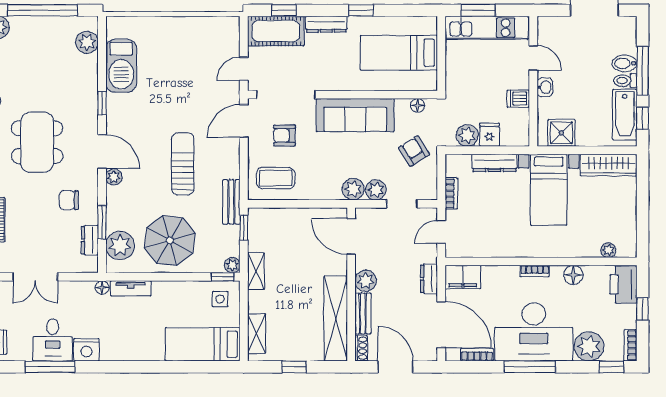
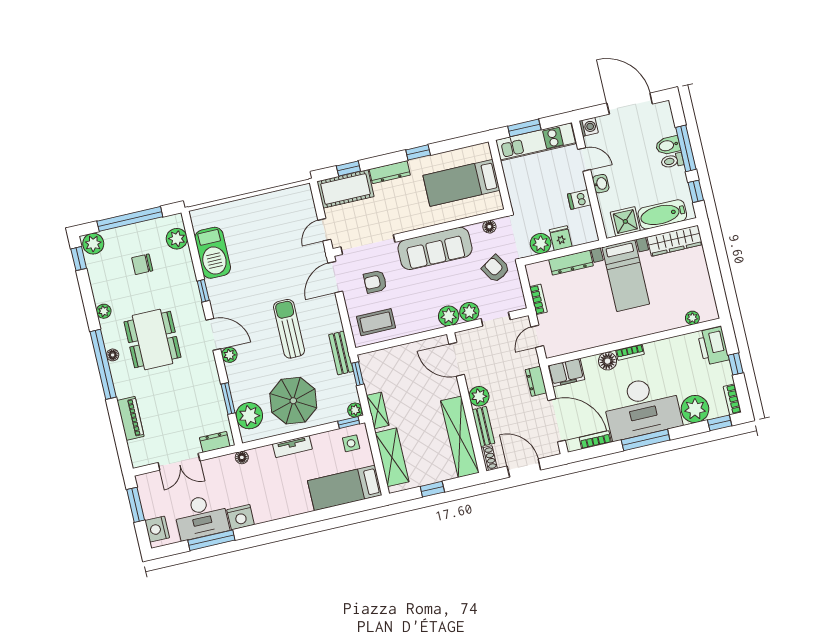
washing machine: (546, 25) -> (589, 127), added
bathtub: (625, 115) -> (662, 214), moved, turned 90
chair: (69, 200) -> (142, 264), moved
dresser: (90, 240) -> (215, 442), moved, turned 90
floor lamp: (573, 275) -> (608, 361), moved
tv unit: (131, 288) -> (292, 447), moved
shelving: (257, 334) -> (392, 457), width x1.50, depth x1.33
desk: (53, 340) -> (201, 517), width x1.37

